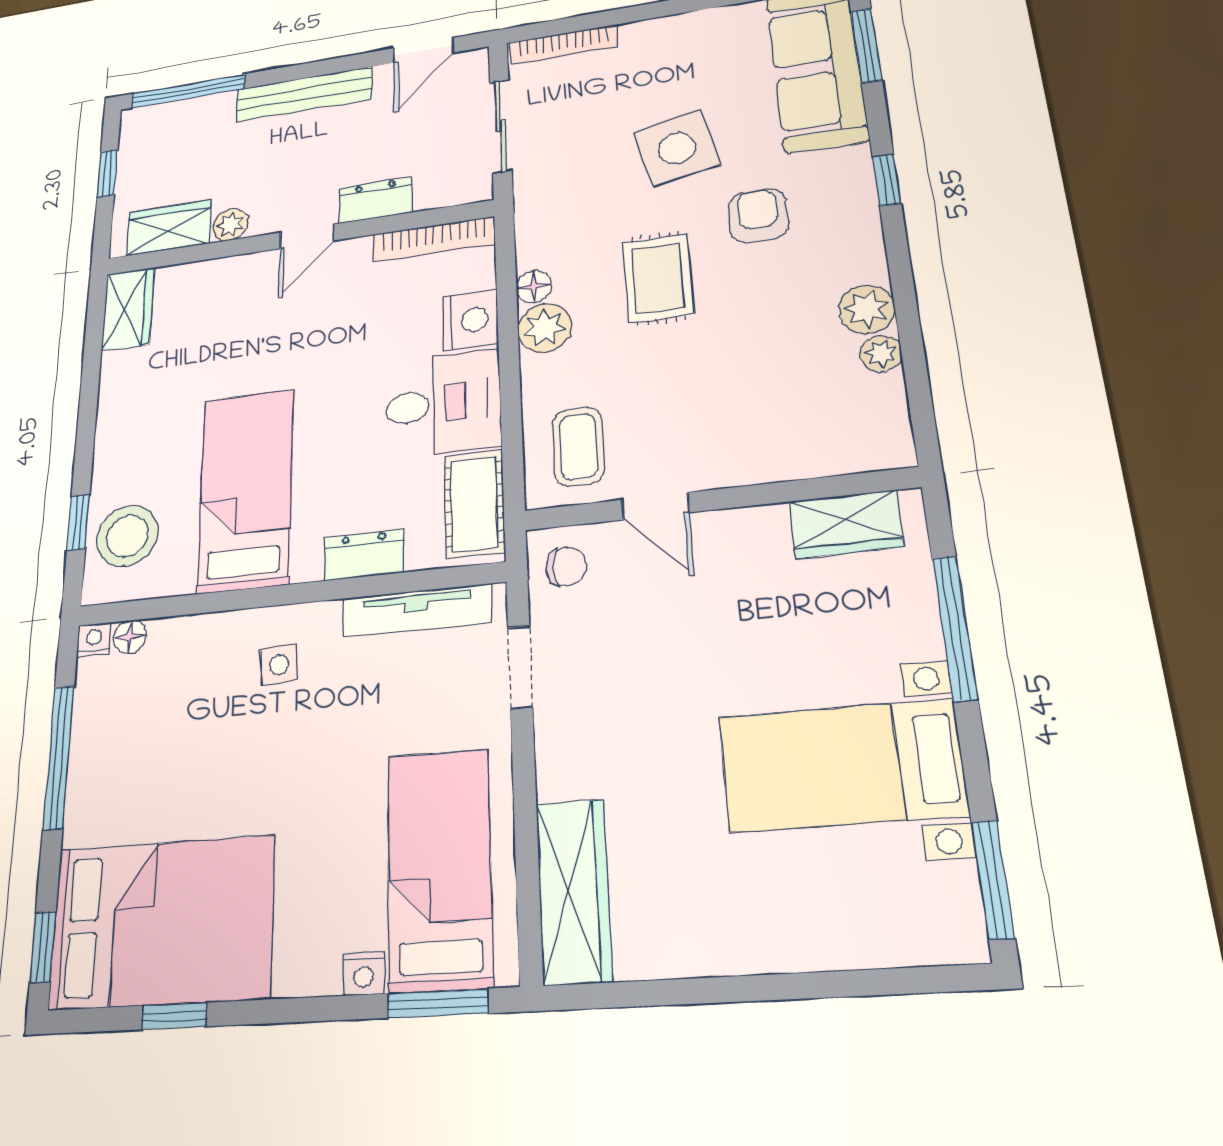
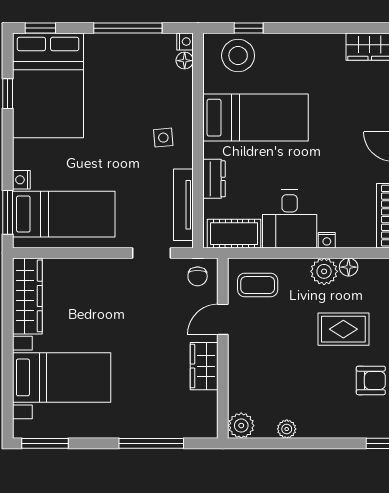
plant: (867, 309) -> (241, 426), moved
nightstand: (470, 320) -> (327, 240), width x0.53, depth x0.56
wardrobe: (846, 524) -> (204, 366), moved
bed with nightstands: (841, 766) -> (62, 377), moved, turned 90
wardrobe: (574, 891) -> (27, 296), moved, turned -90

